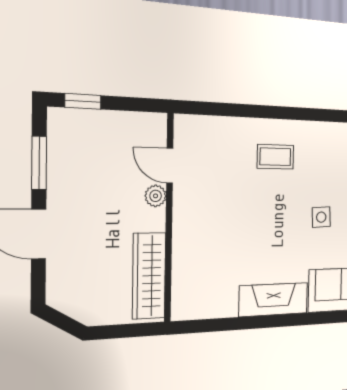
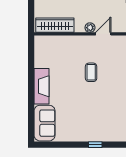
coffee table: (275, 157) -> (91, 72), moved
side table: (321, 217) -> (80, 111), removed

